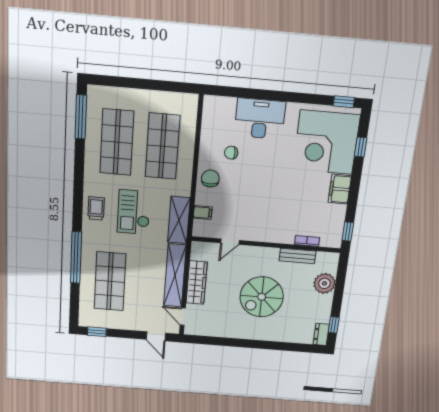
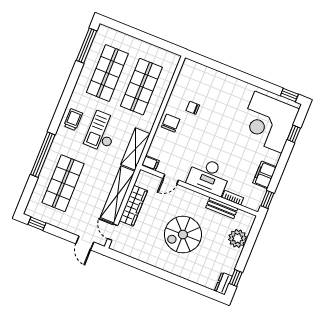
desk: (260, 119) -> (209, 176), moved, turned 180
filing cabinet: (340, 189) -> (265, 175), moved
filing cabinet: (203, 213) -> (150, 163), moved

